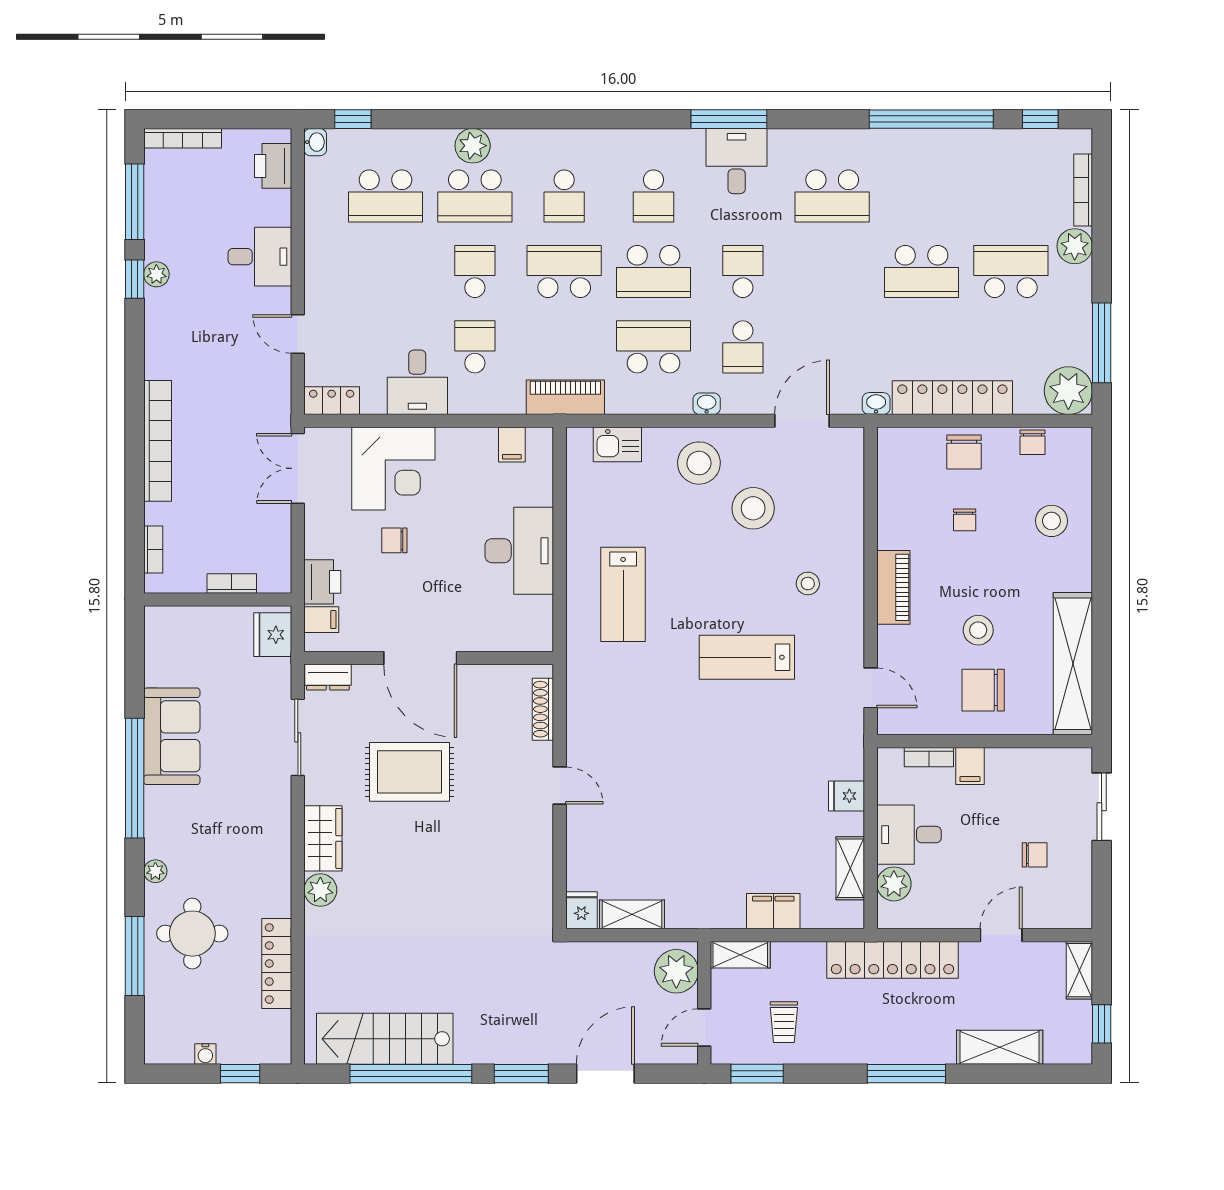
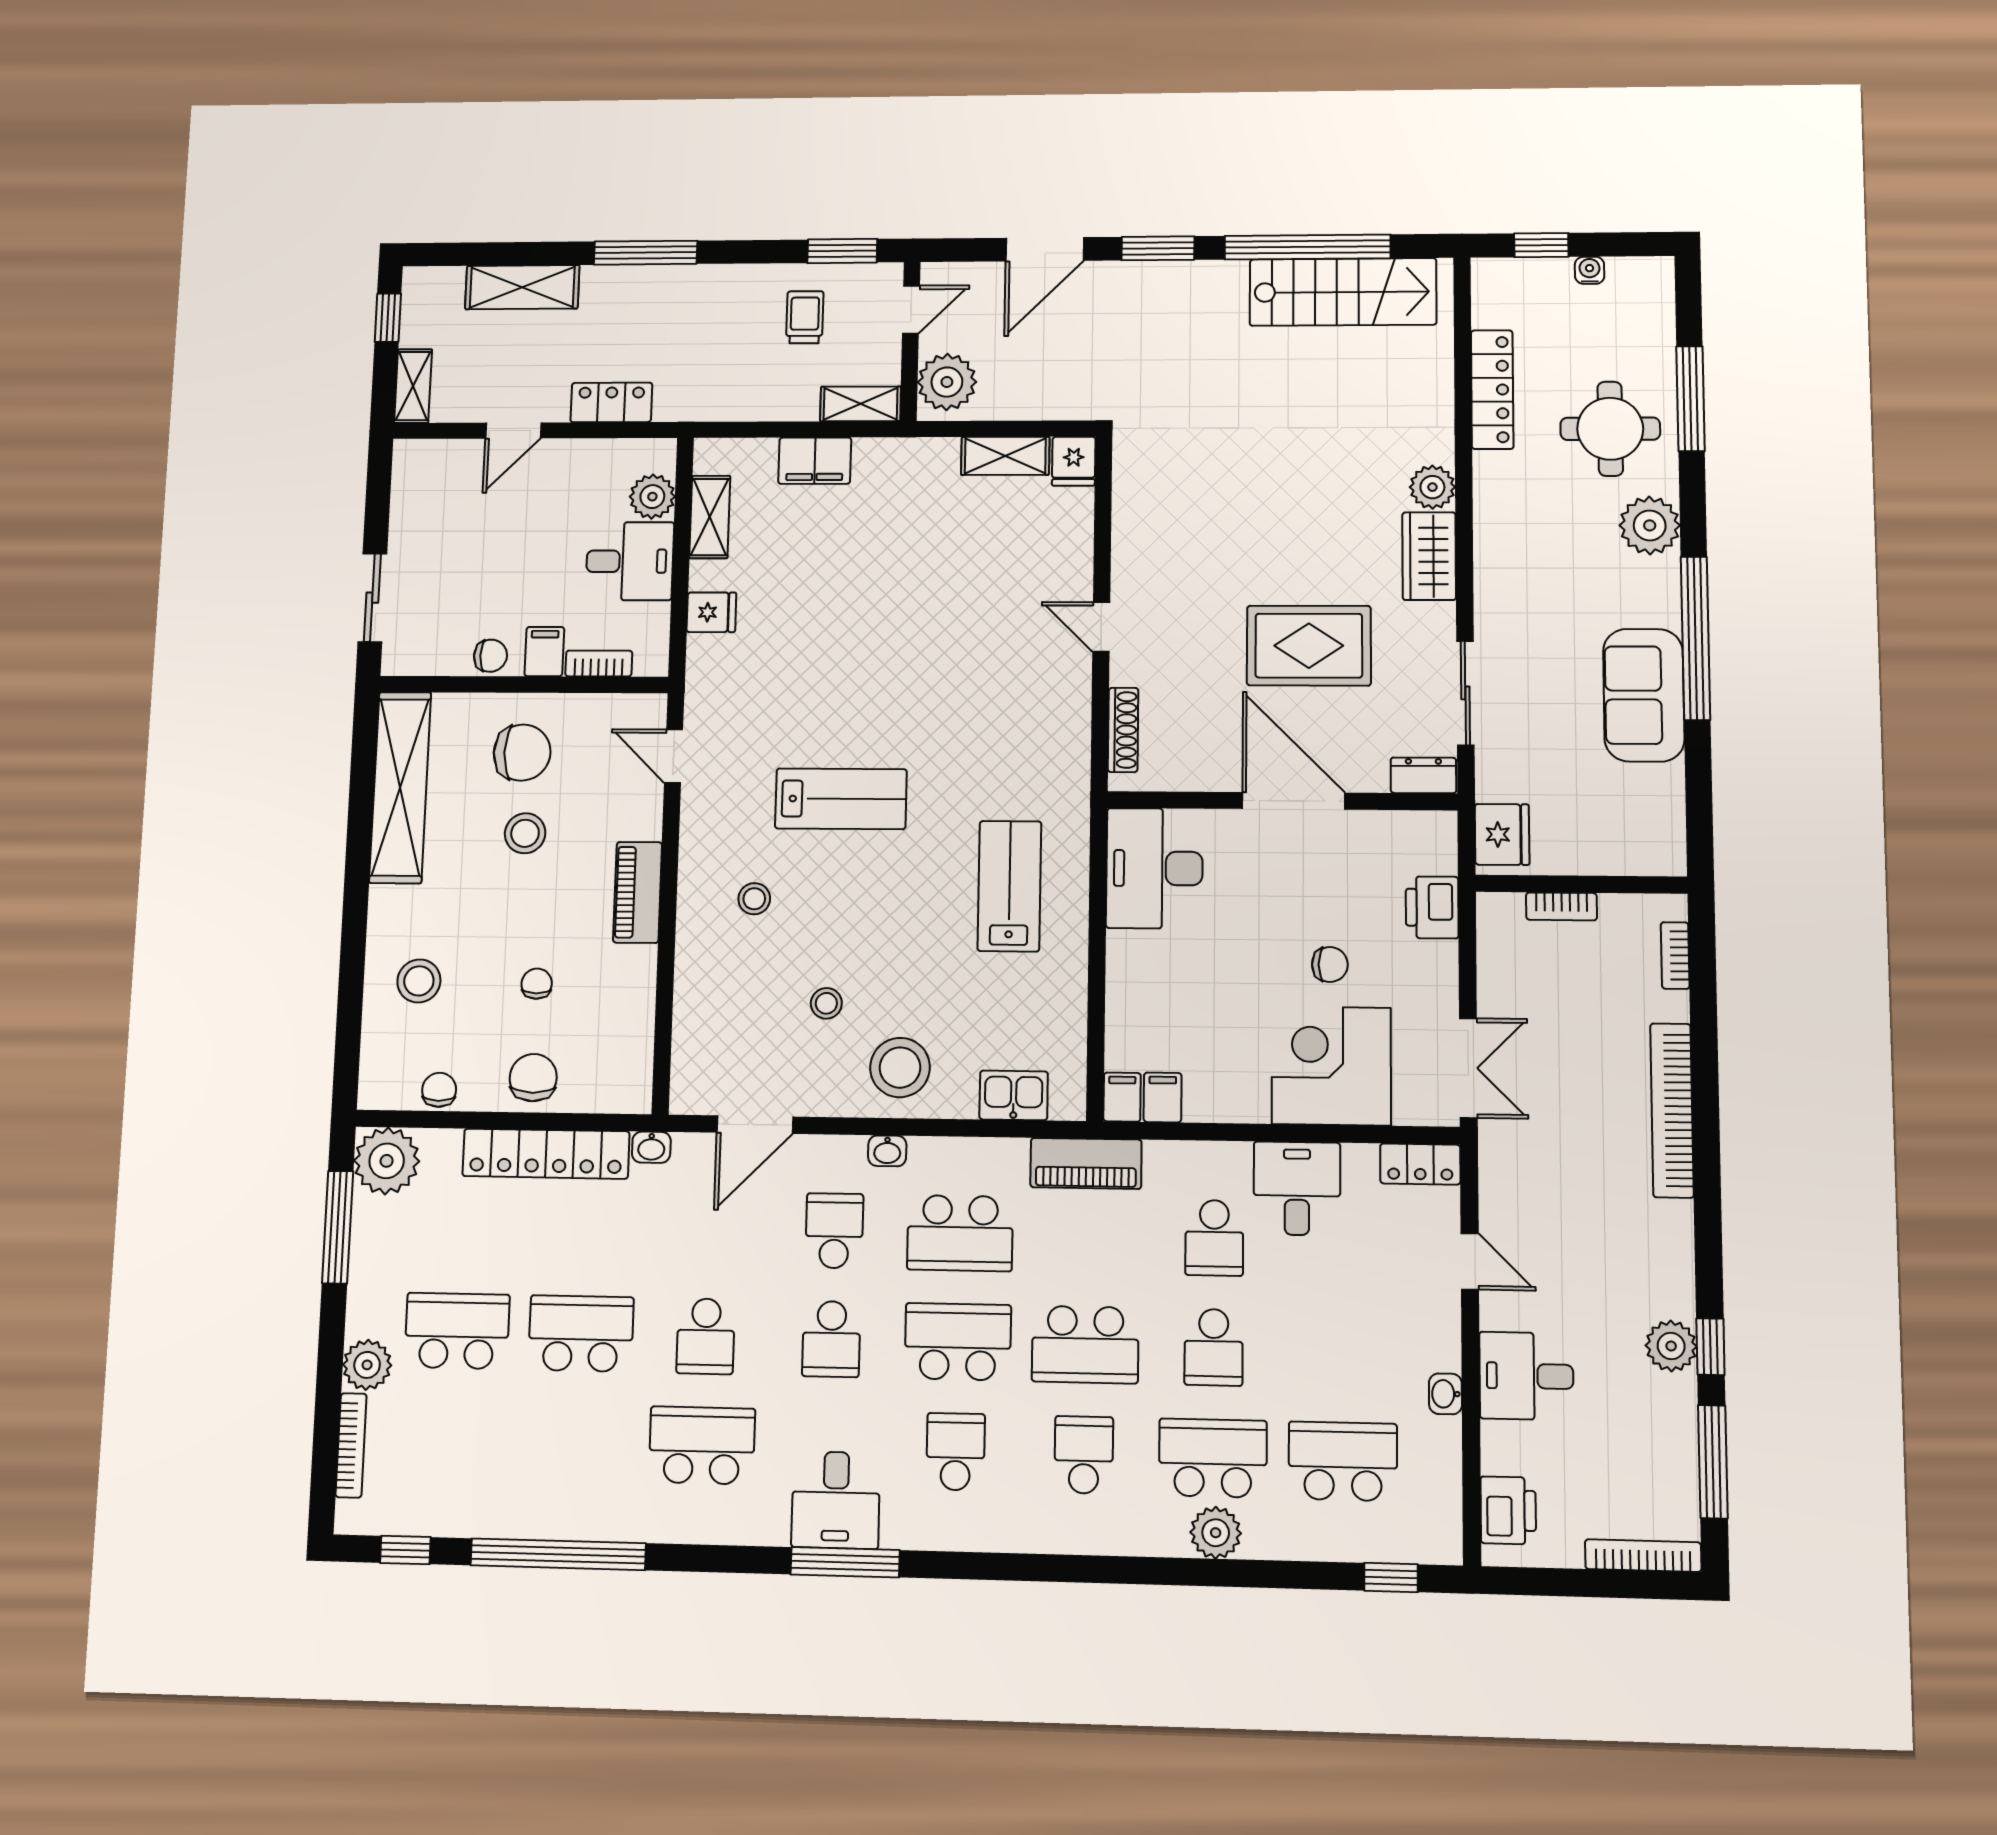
washbasin: (315, 142) -> (1445, 1394), moved
school desk: (832, 271) -> (706, 1336), added
school desk: (1011, 271) -> (457, 1331), turned 180
plant: (156, 274) -> (1671, 1346), width x1.38, depth x1.38
stool: (753, 508) -> (826, 1003), width x0.53, depth x0.53
desk: (519, 551) -> (1154, 868), moved
filing cabinet: (321, 620) -> (1122, 1097), moved, turned 90
chair: (1035, 855) -> (491, 656), moved, turned 180
plant: (155, 871) -> (1650, 525), width x1.87, depth x1.87
locker: (893, 960) -> (611, 402), width x0.46, depth x0.83

